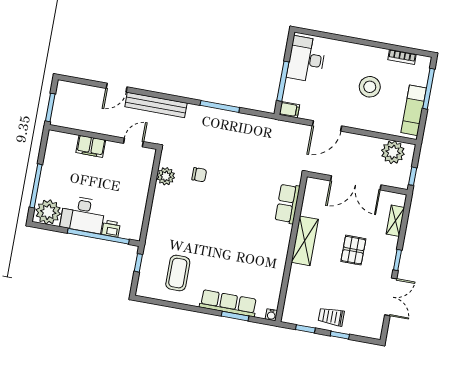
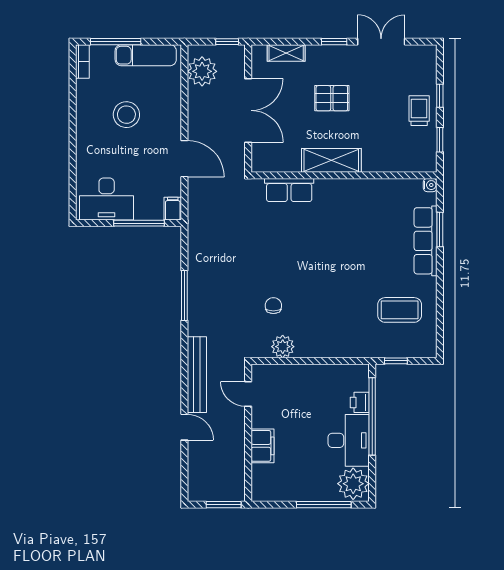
bookcase: (402, 57) -> (82, 61), moved
trolley: (331, 317) -> (419, 111), turned 180

